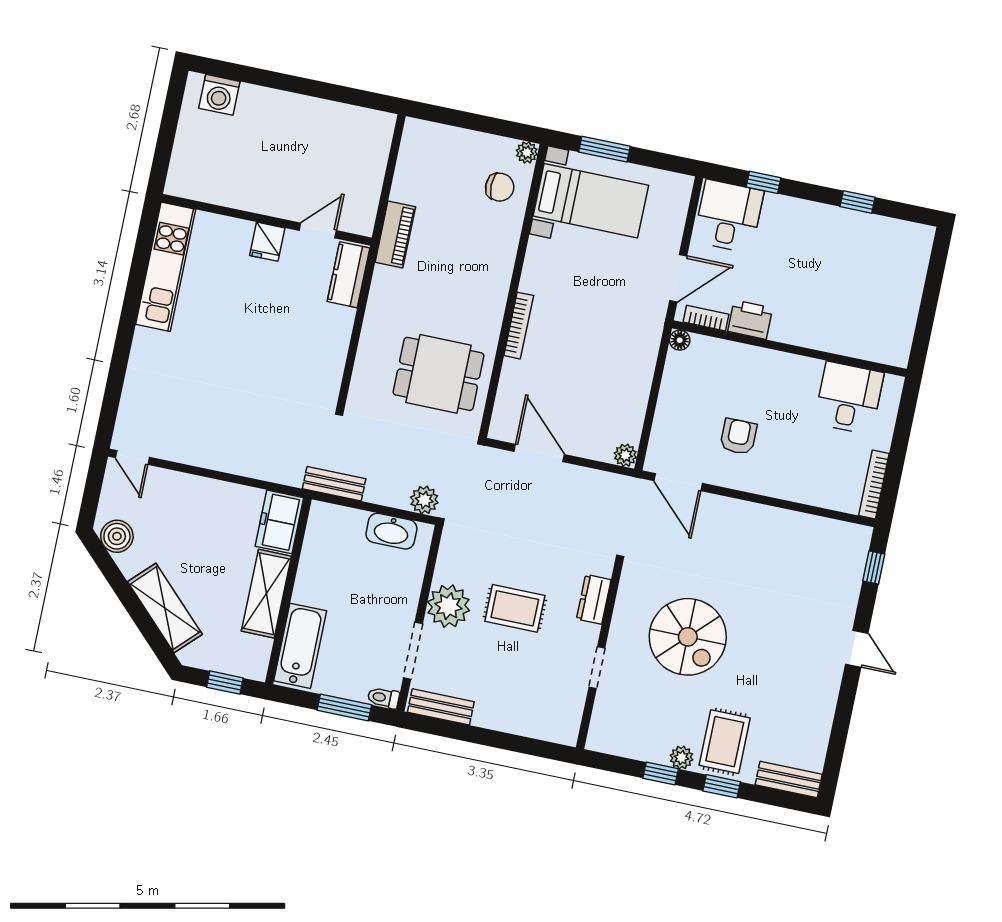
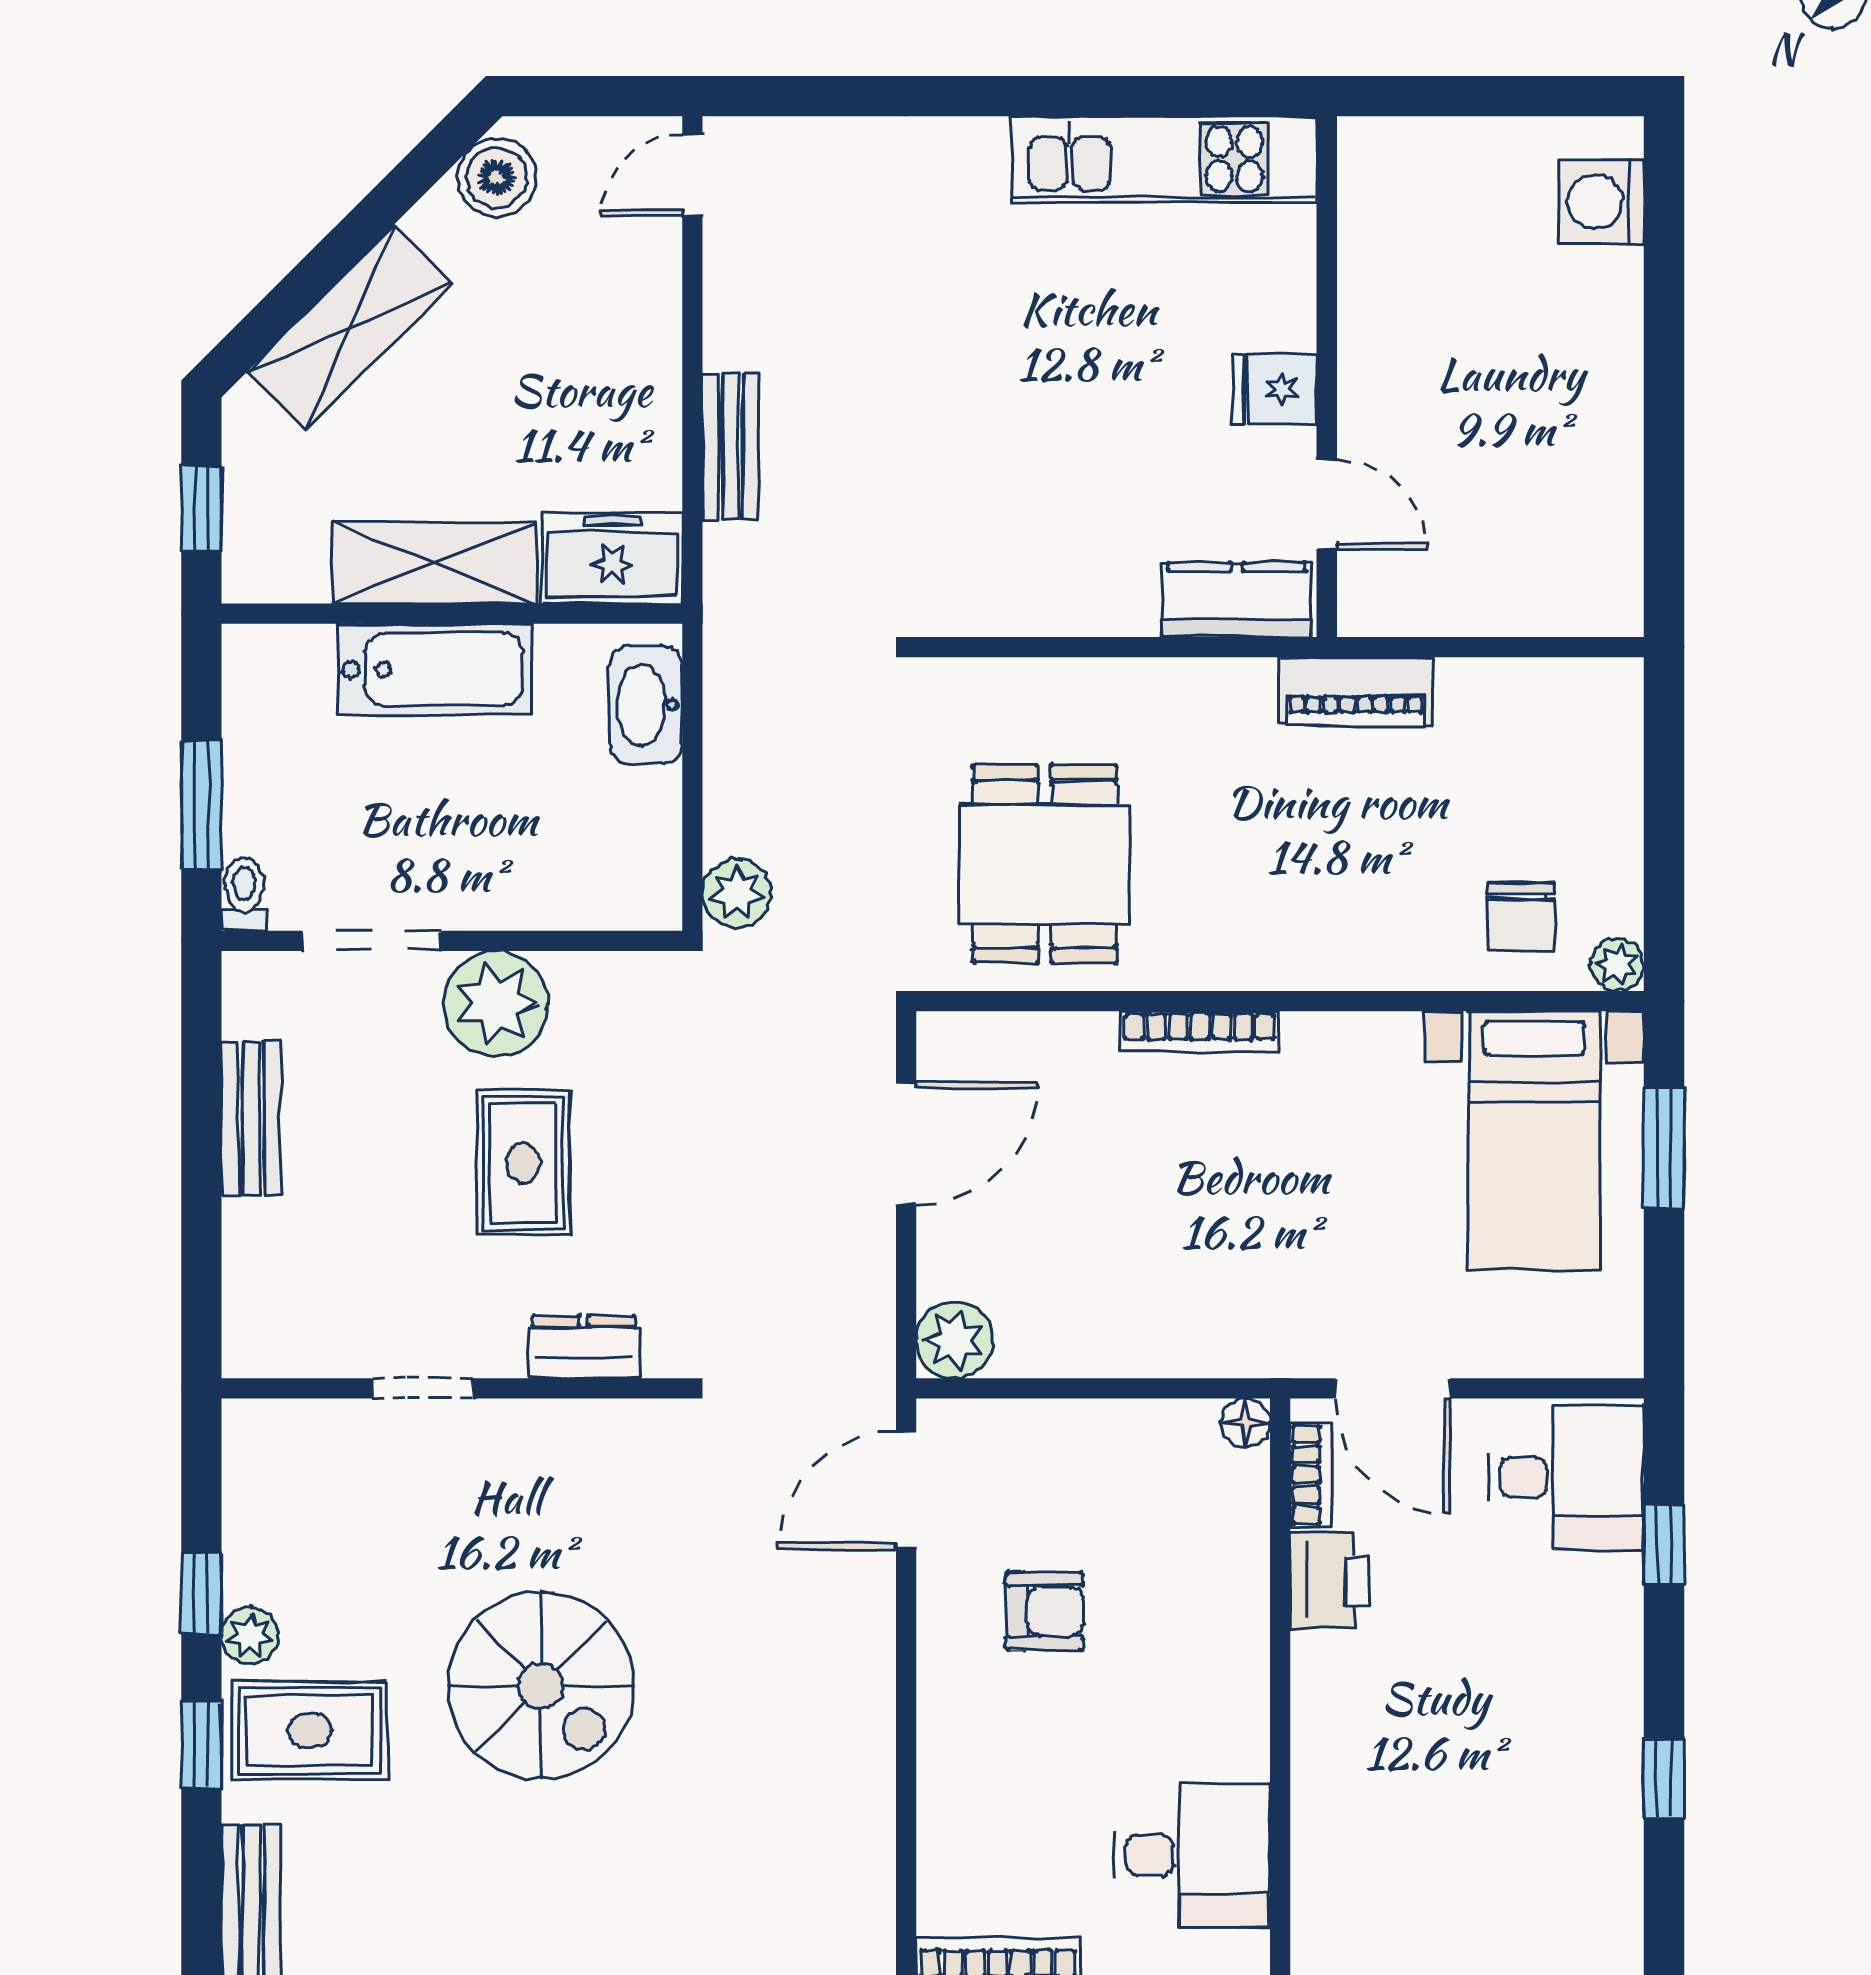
plant: (625, 455) -> (954, 1340), width x1.38, depth x1.38
bench: (334, 484) -> (730, 446), moved
washbasin: (391, 531) -> (646, 705), moved
spiral stairs: (688, 637) -> (541, 1686), moved, turned -90
bathtub: (300, 646) -> (434, 669), moved
bench: (441, 707) -> (251, 1118), moved

